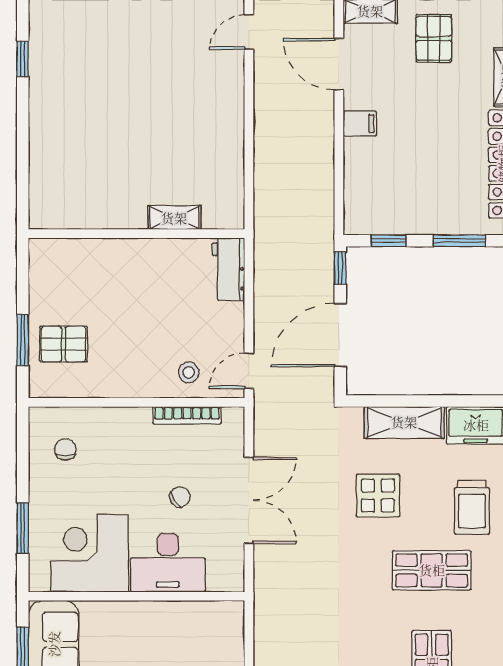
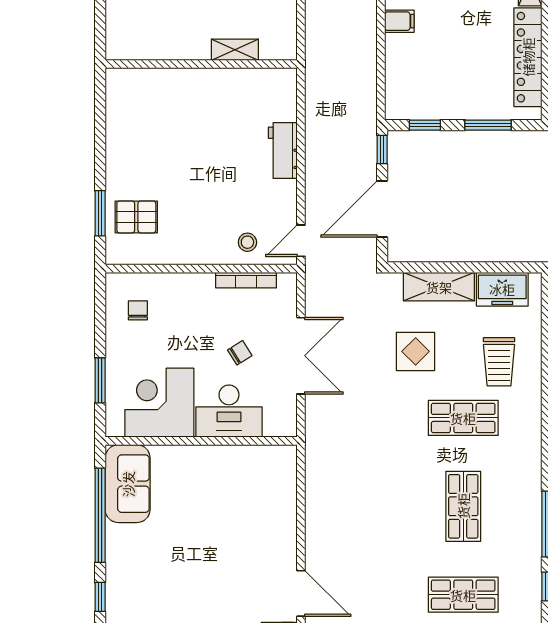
shelving: (174, 218) -> (235, 50), moved
wall: (136, 234) -> (201, 64), moved

